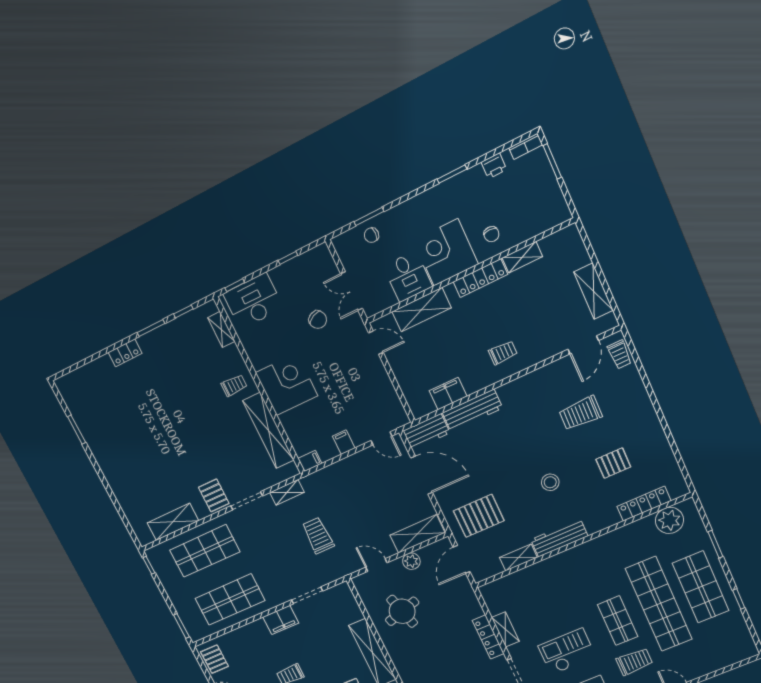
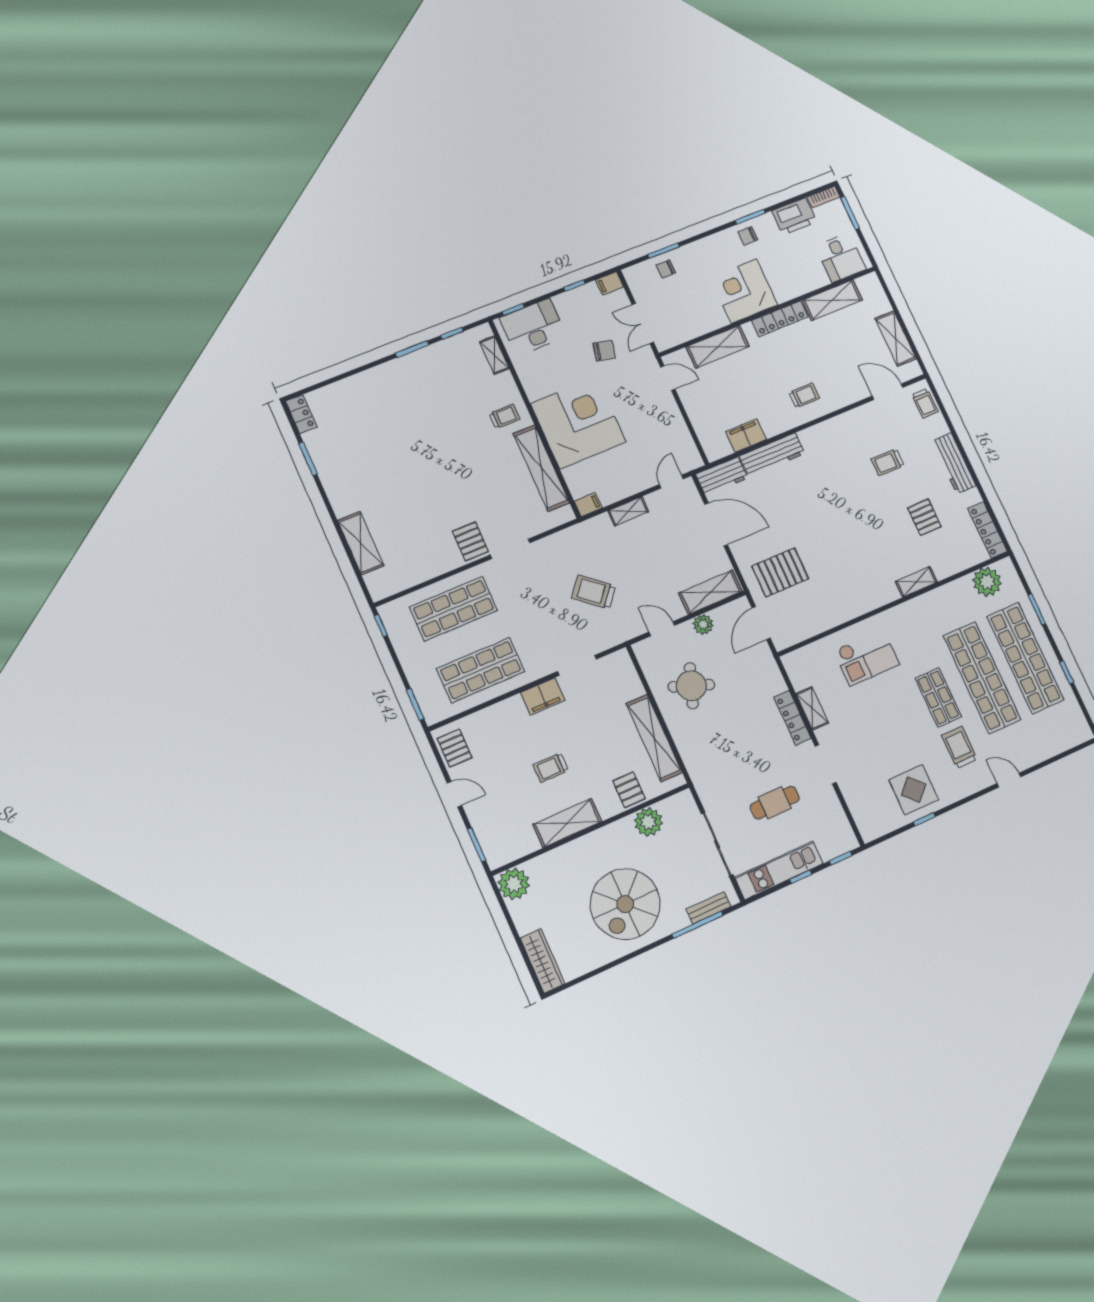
printer: (494, 166) -> (794, 216), width x1.87, depth x1.48
chair: (491, 234) -> (748, 236), moved, turned 90
shelving: (522, 257) -> (832, 300), width x1.50, depth x1.33
desk: (408, 276) -> (841, 258), moved
chair: (318, 320) -> (604, 351), turned -53
door: (583, 345) -> (888, 392), swing flipped
locker: (125, 353) -> (301, 414), moved, turned -90
corner desk: (287, 384) -> (578, 423), width x1.36, depth x1.36
trolley: (581, 413) -> (888, 462), width x0.73, depth x0.72
door: (381, 438) -> (671, 482), swing flipped
filing cabinet: (344, 442) -> (610, 283), moved, turned -90
pallet: (613, 463) -> (924, 517), turned 90
stool: (550, 482) -> (858, 536), removed
shelving: (287, 492) -> (628, 511), moved
locker: (644, 504) -> (987, 530), moved, turned -90
shelving: (173, 522) -> (361, 543), moved, turned 90
trolley: (318, 535) -> (594, 592), turned -50
workbench: (559, 538) -> (954, 463), moved, turned -90
shelving: (518, 558) -> (916, 582), moved
shop shelf: (701, 587) -> (1025, 658), width x1.40
round table: (402, 611) -> (691, 686), turned 36
checkout: (567, 651) -> (866, 658), moved, turned 180
trolley: (634, 662) -> (959, 747), turned -90

